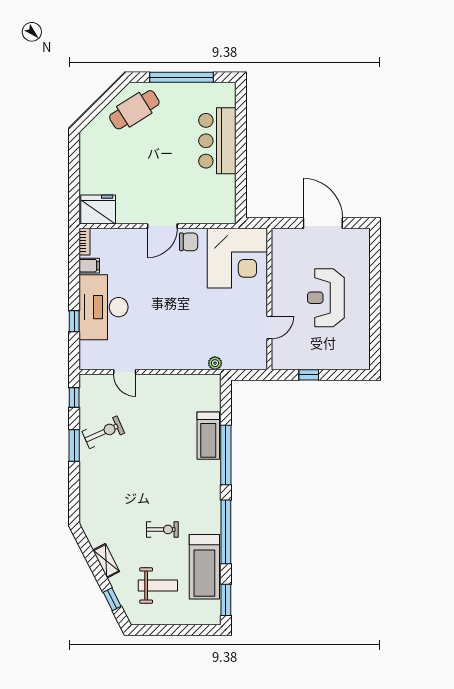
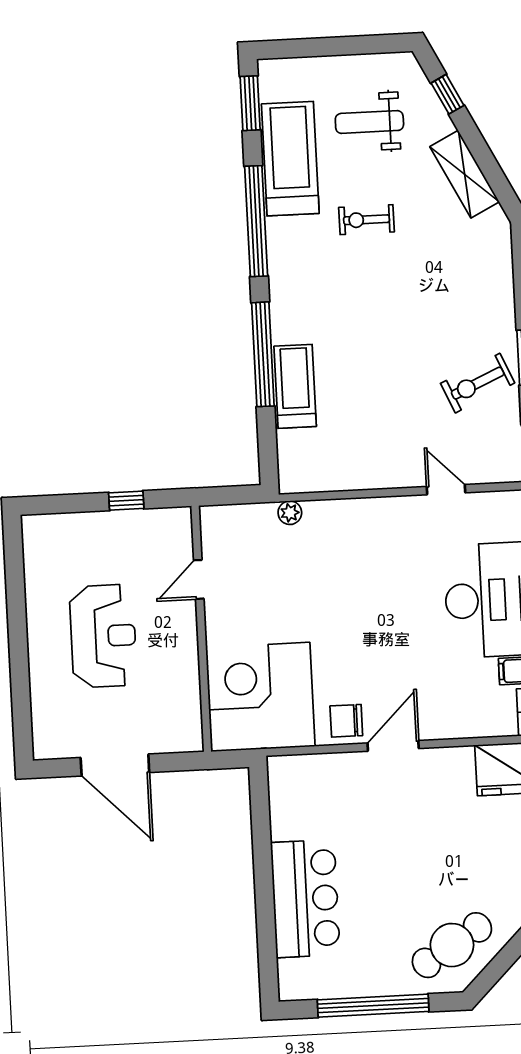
shelving: (106, 561) -> (465, 174), width x1.50, depth x1.33

